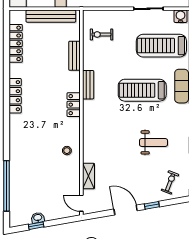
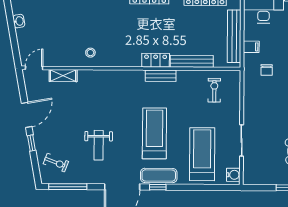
bench: (75, 56) -> (192, 61), width x1.36
locker: (74, 105) -> (156, 60), moved
window: (36, 226) -> (10, 19), removed

